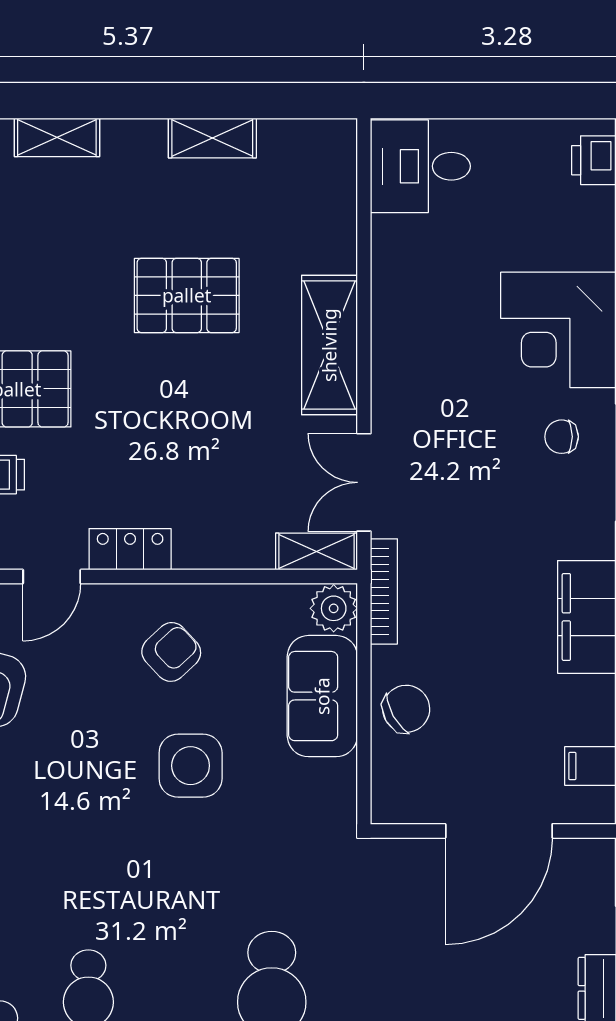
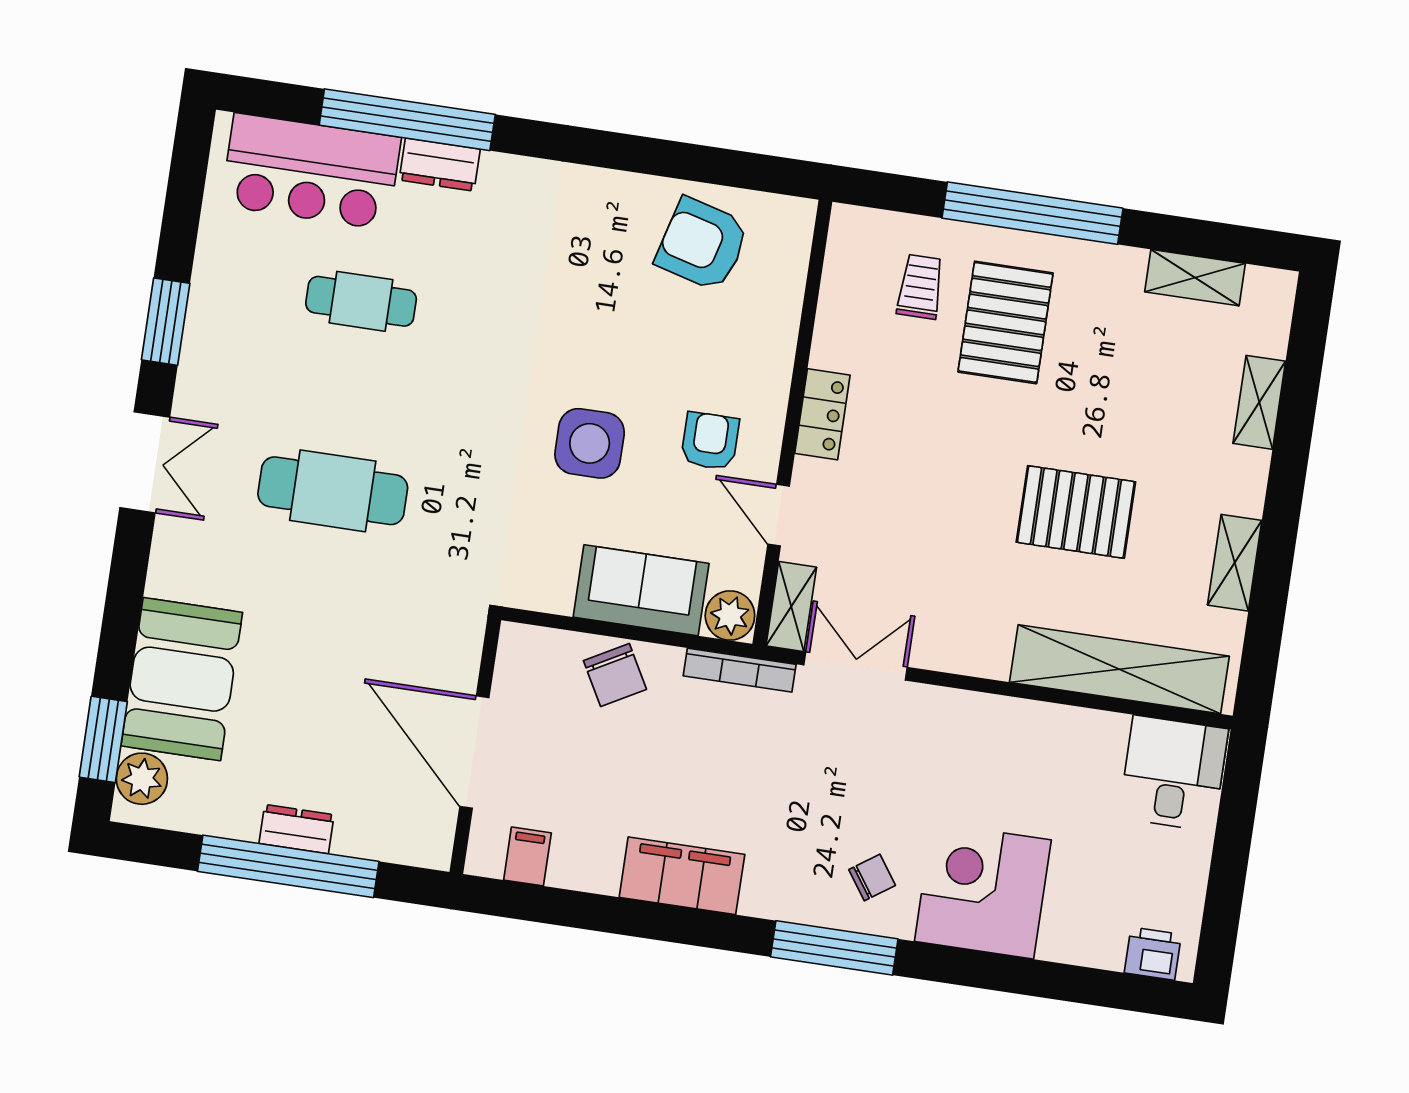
pallet: (187, 295) -> (1076, 512), turned 90
shelving: (329, 345) -> (1119, 669), moved, width x1.47
chair: (562, 437) -> (872, 878), turned 55
door: (52, 577) -> (779, 515), moved
armchair: (171, 652) -> (710, 441), turned -137

